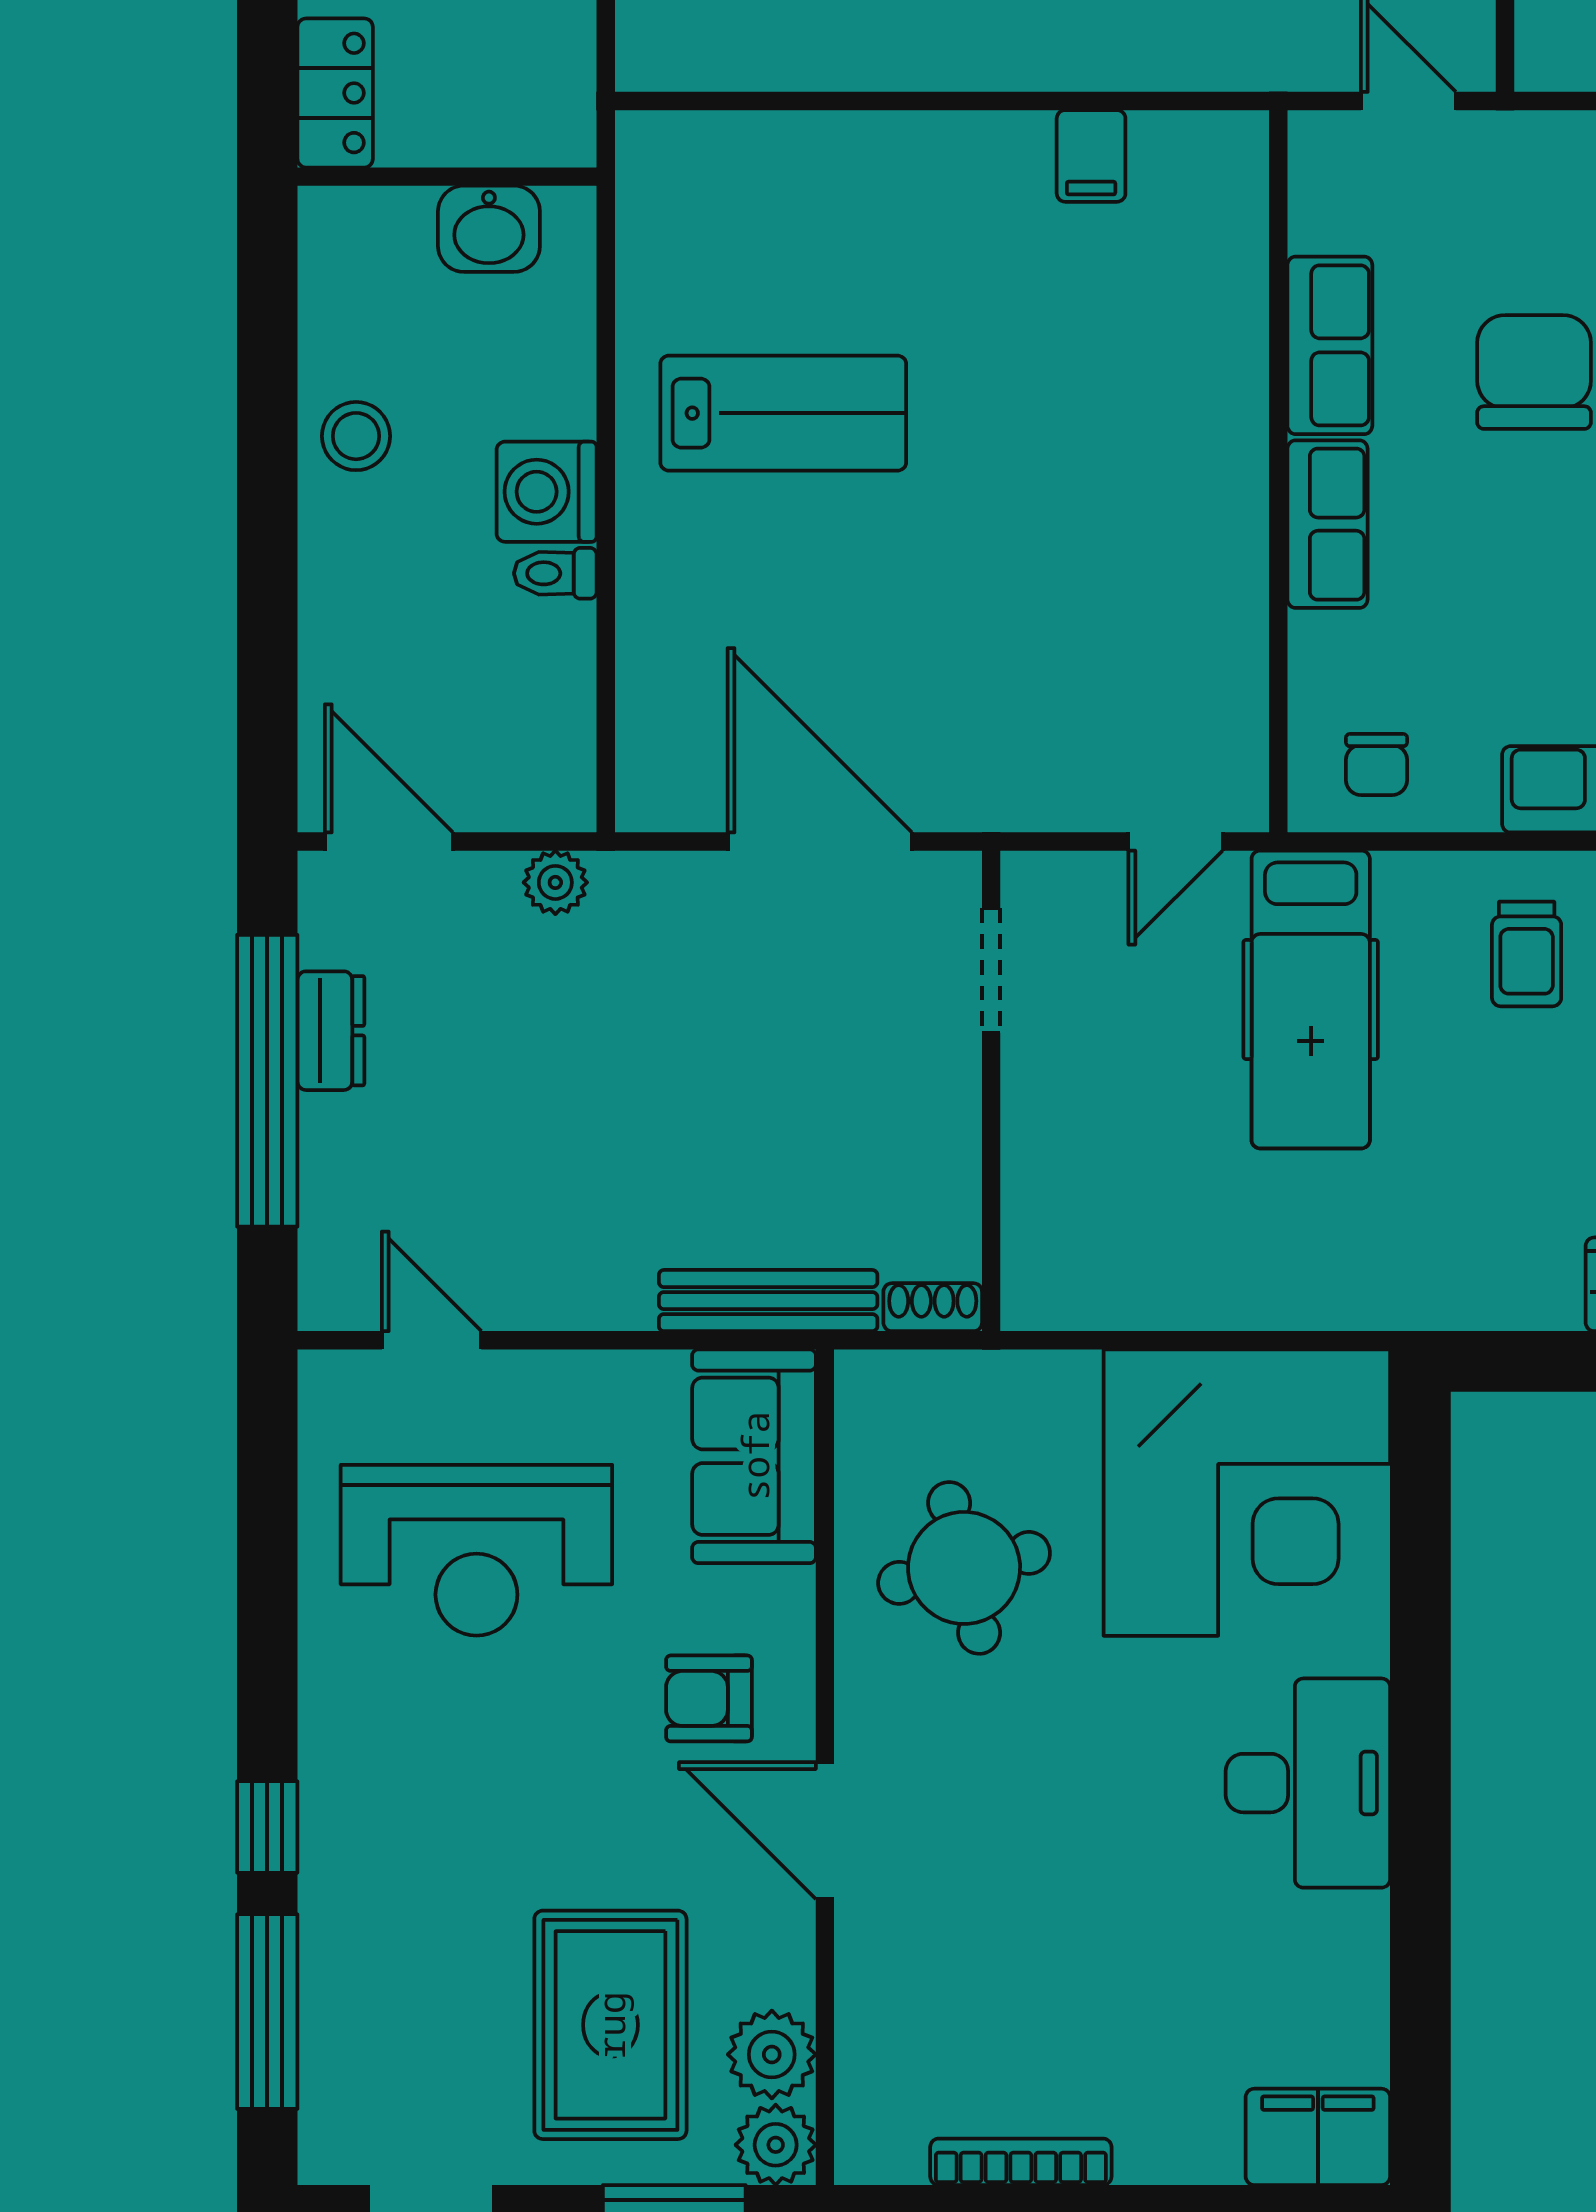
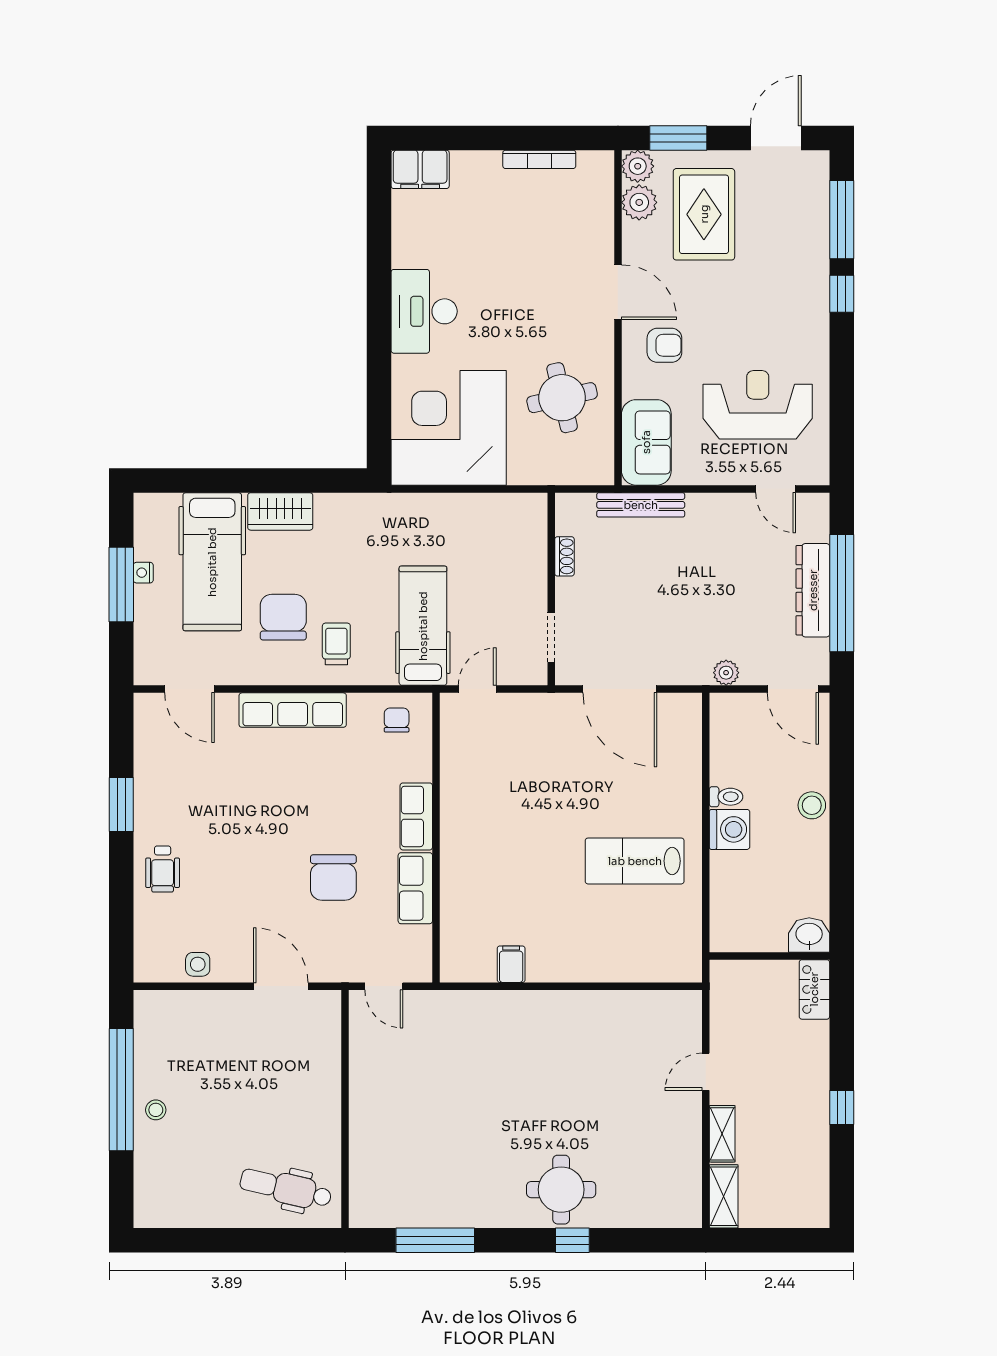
washbasin: (489, 229) -> (809, 935), moved
stool: (356, 436) -> (812, 805), moved
dresser: (331, 1031) -> (813, 590), width x1.96, depth x1.24
shoe rack: (933, 1307) -> (564, 556), moved, turned -90

